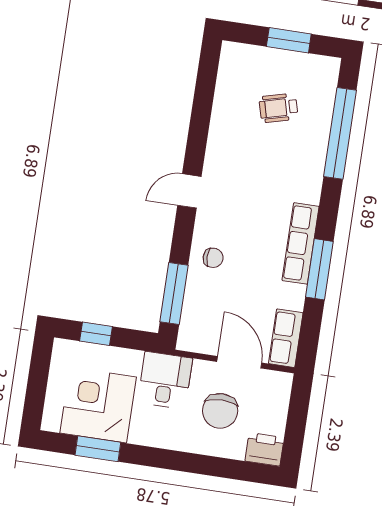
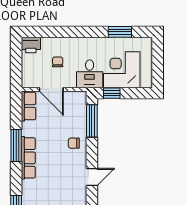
window: (96, 334) -> (112, 93), moved
corner desk: (98, 405) -> (122, 70), moved, turned 180
chair: (220, 411) -> (58, 62), width x0.54, depth x0.54

